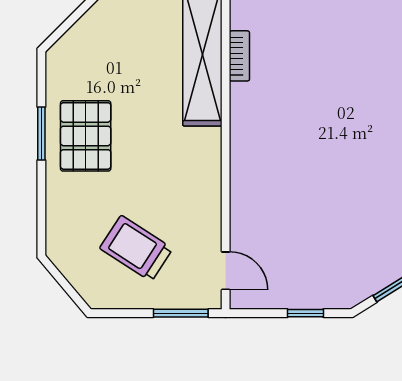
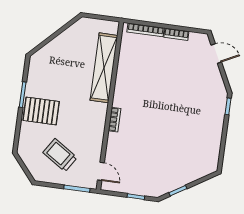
bookcase: (239, 56) -> (115, 120), moved
pallet: (86, 136) -> (41, 111), moved, turned 90

